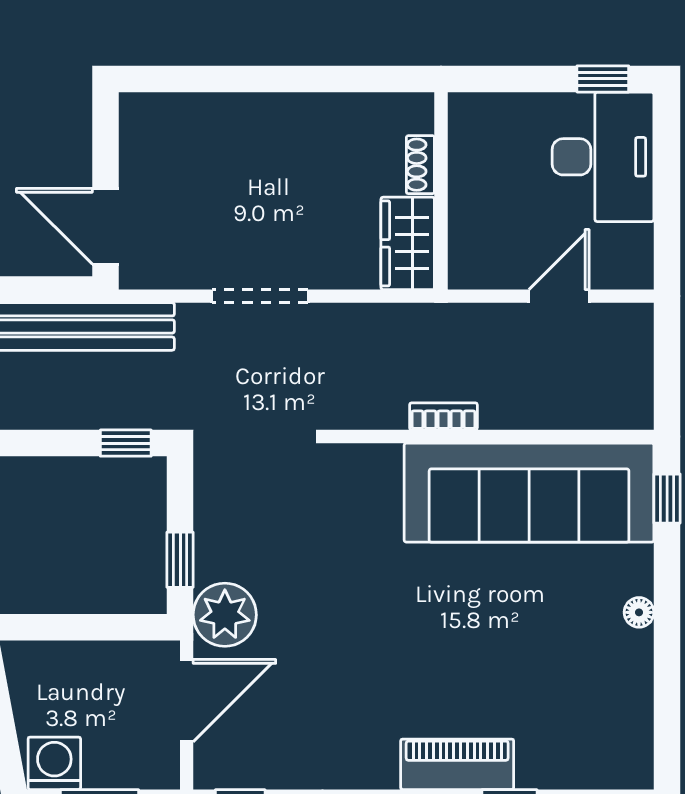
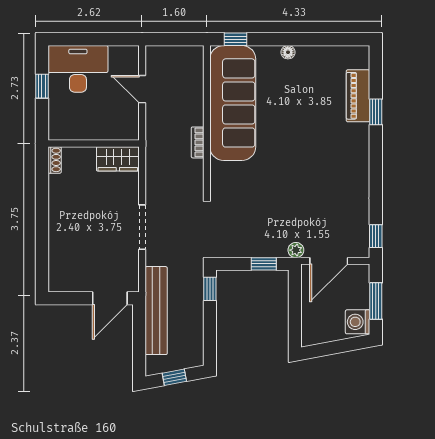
window: (603, 79) -> (42, 86), moved
shoe rack: (420, 165) -> (55, 160), moved, turned -90
plant: (225, 615) -> (296, 250), width x0.53, depth x0.53
door: (187, 701) -> (329, 261), swing flipped
piano: (457, 764) -> (358, 96), moved

